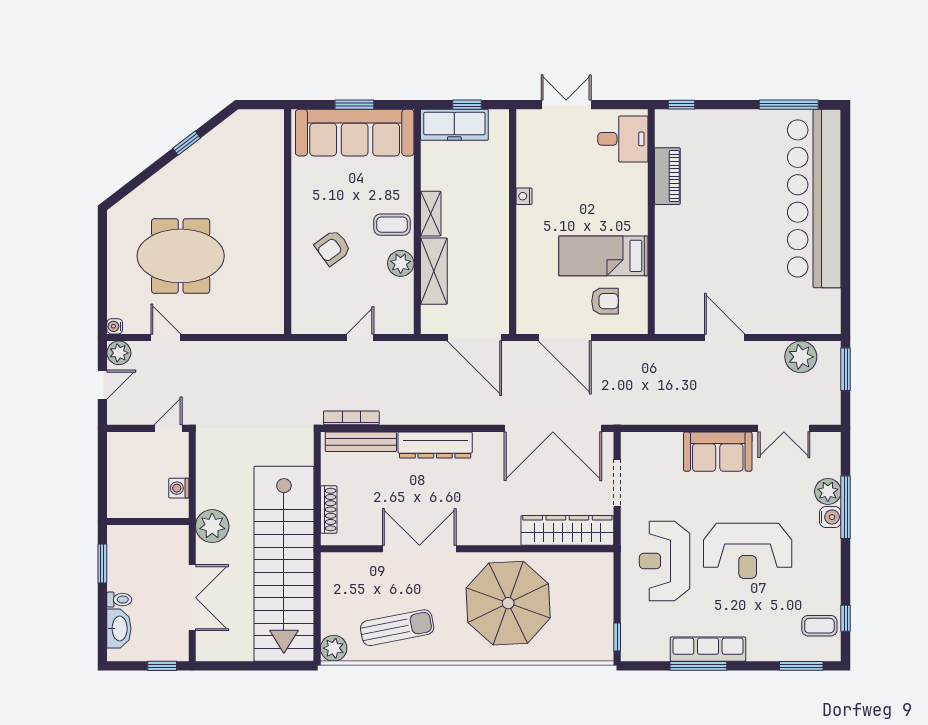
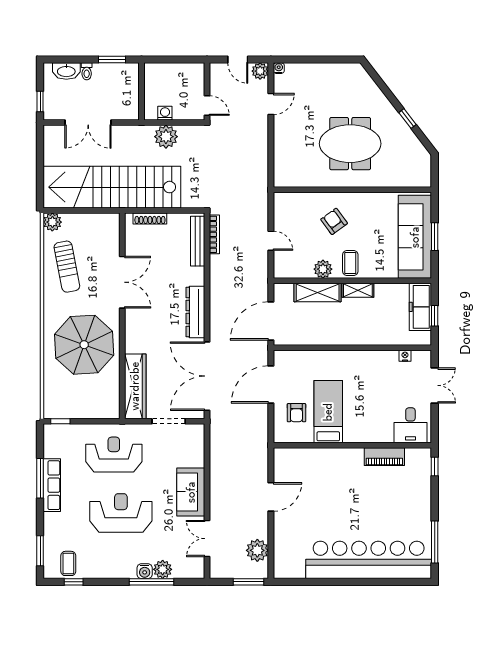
nightstand: (524, 196) -> (405, 356), moved
meeting table: (181, 256) -> (350, 144), moved, turned 90
dresser: (435, 445) -> (195, 312), moved
plant: (212, 526) -> (166, 137), moved
reception desk: (748, 551) -> (121, 513), turned 90

